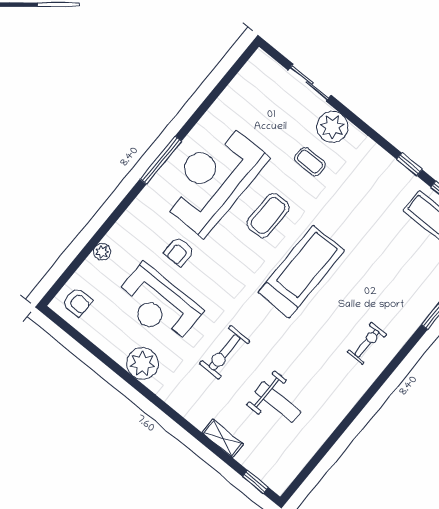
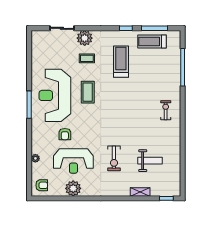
treadmill: (301, 272) -> (121, 62), moved, width x0.73, depth x0.73
plant: (142, 364) -> (73, 188), moved

